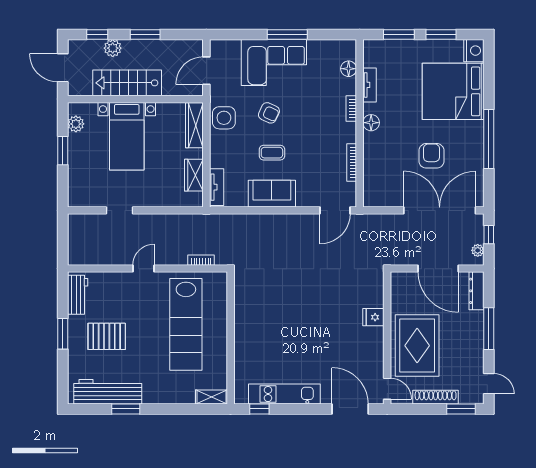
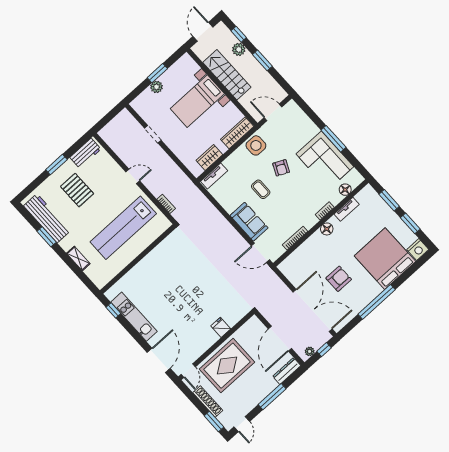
corner sofa: (274, 63) -> (325, 160), moved
plant: (76, 124) -> (157, 87), moved
sofa: (272, 194) -> (249, 222), moved
shelving: (211, 397) -> (78, 258), moved

